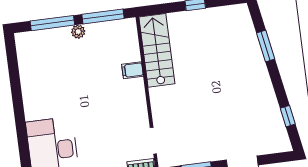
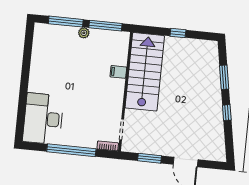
stairs: (157, 50) -> (145, 72), width x1.36, depth x1.51
window: (288, 116) -> (227, 113), moved

